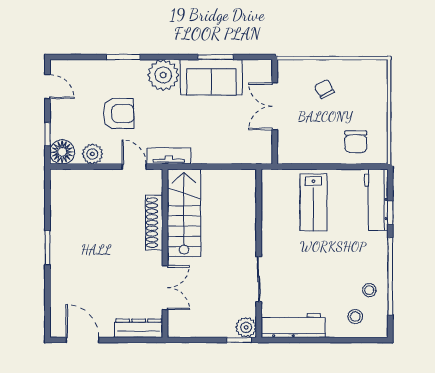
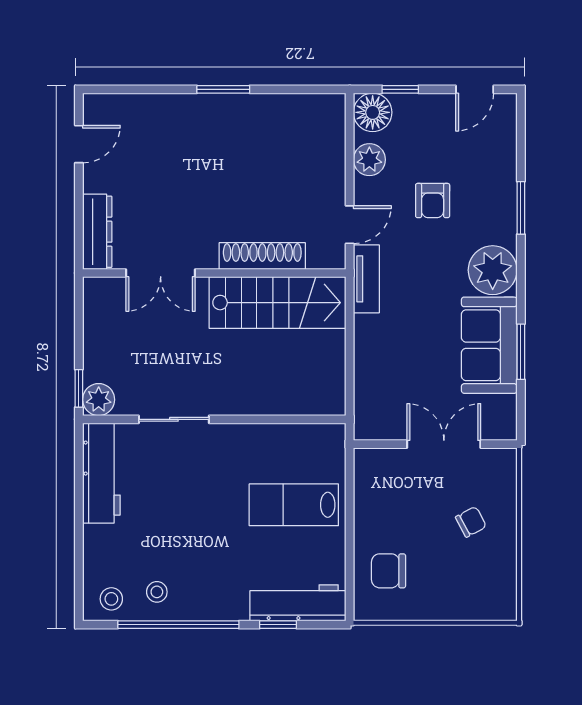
armchair: (119, 113) -> (433, 201), width x0.72, depth x0.72
stool: (355, 317) -> (111, 599), moved
door: (82, 340) -> (79, 144), width x0.73

